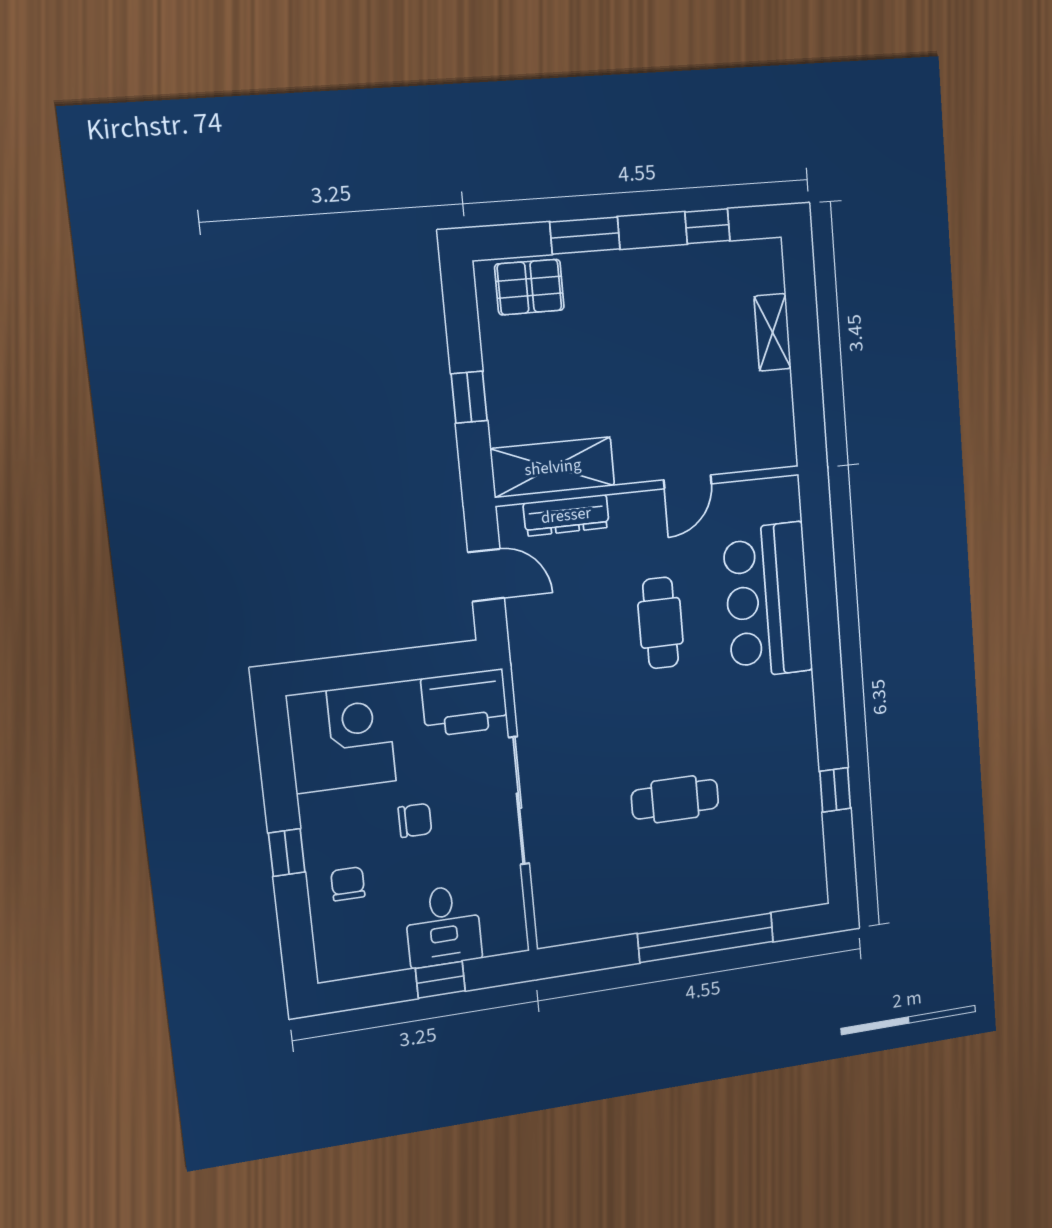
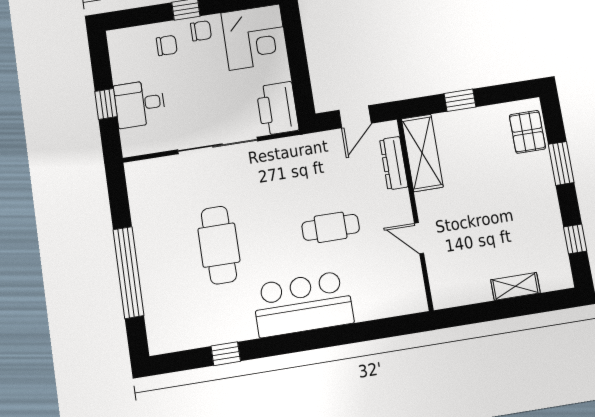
bar counter: (768, 601) -> (303, 304), moved
cafe table: (675, 799) -> (219, 245), width x1.37, depth x1.35
chair: (415, 820) -> (201, 31), moved, turned -90

